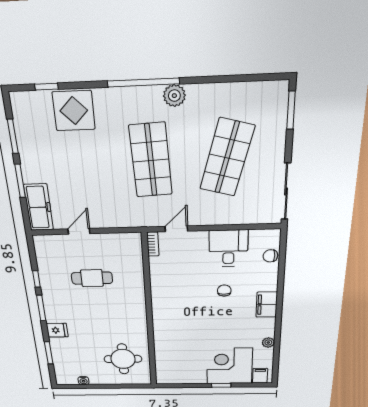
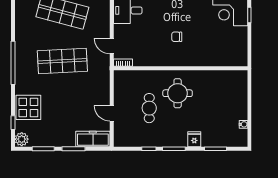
plant: (174, 96) -> (22, 139), moved
chair: (224, 291) -> (177, 37), moved
round table: (123, 359) -> (178, 93), moved

